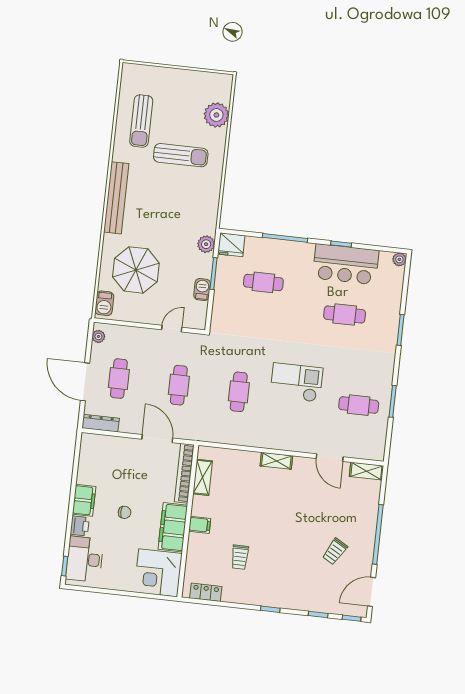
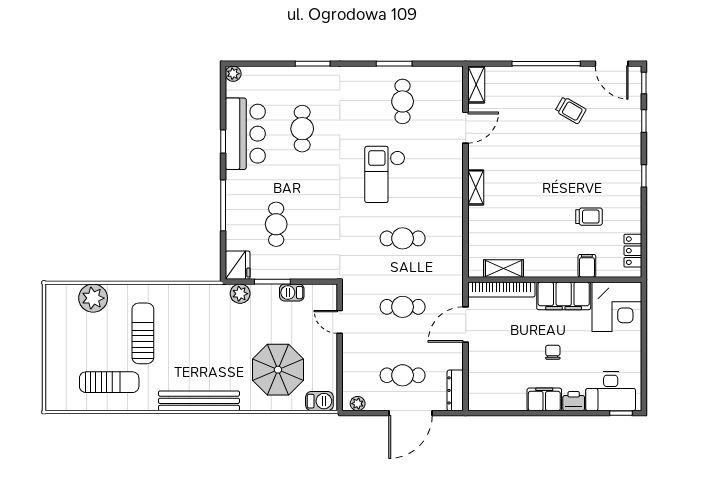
filing cabinet: (200, 525) -> (587, 266), moved

